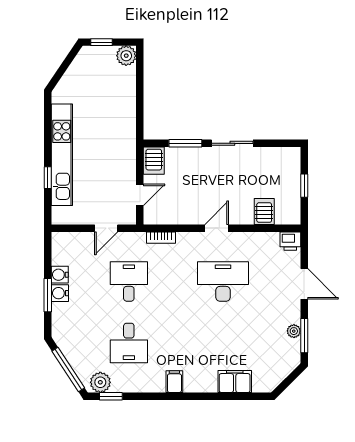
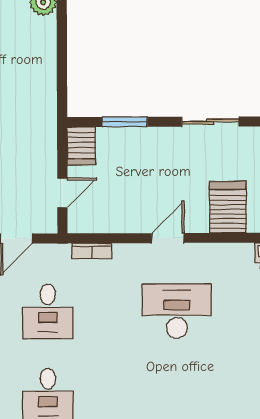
sliding door: (232, 143) -> (210, 122), moved
server rack: (264, 212) -> (228, 207), width x1.36, depth x1.44
desk: (129, 281) -> (48, 311), turned 180

